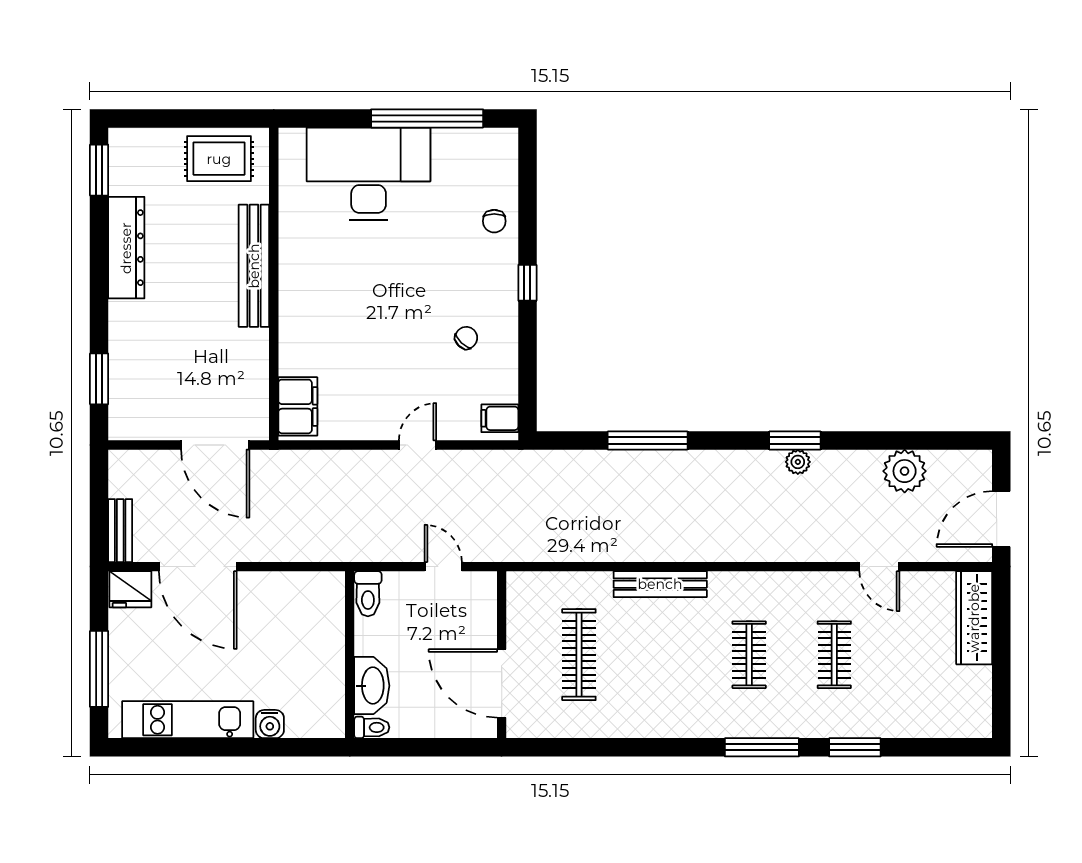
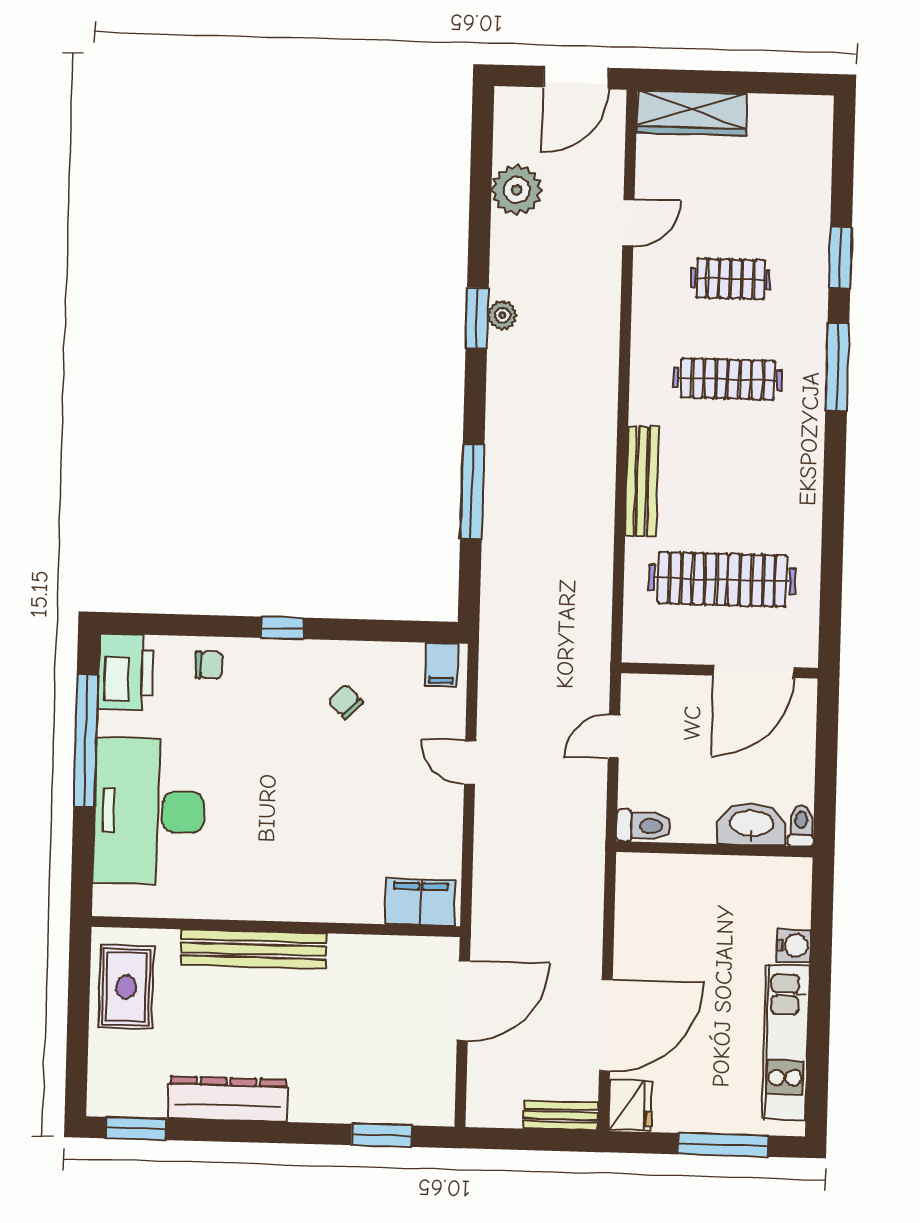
printer: (486, 151) -> (126, 672), added
door: (1001, 519) -> (576, 78), hinge flipped
clothes rail: (579, 655) -> (722, 579), width x1.37, depth x1.31
clothes rail: (749, 655) -> (728, 379), width x1.36

